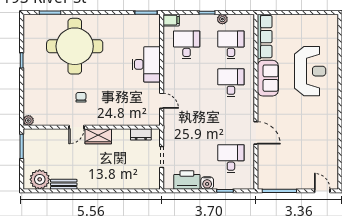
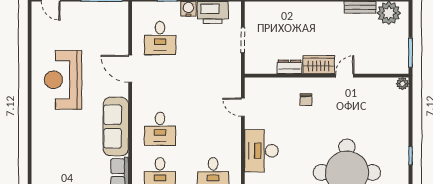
reception desk: (310, 71) -> (63, 80), moved
sofa: (268, 78) -> (116, 126), width x1.36
chair: (81, 97) -> (306, 100), moved
dresser: (141, 134) -> (289, 67), moved

